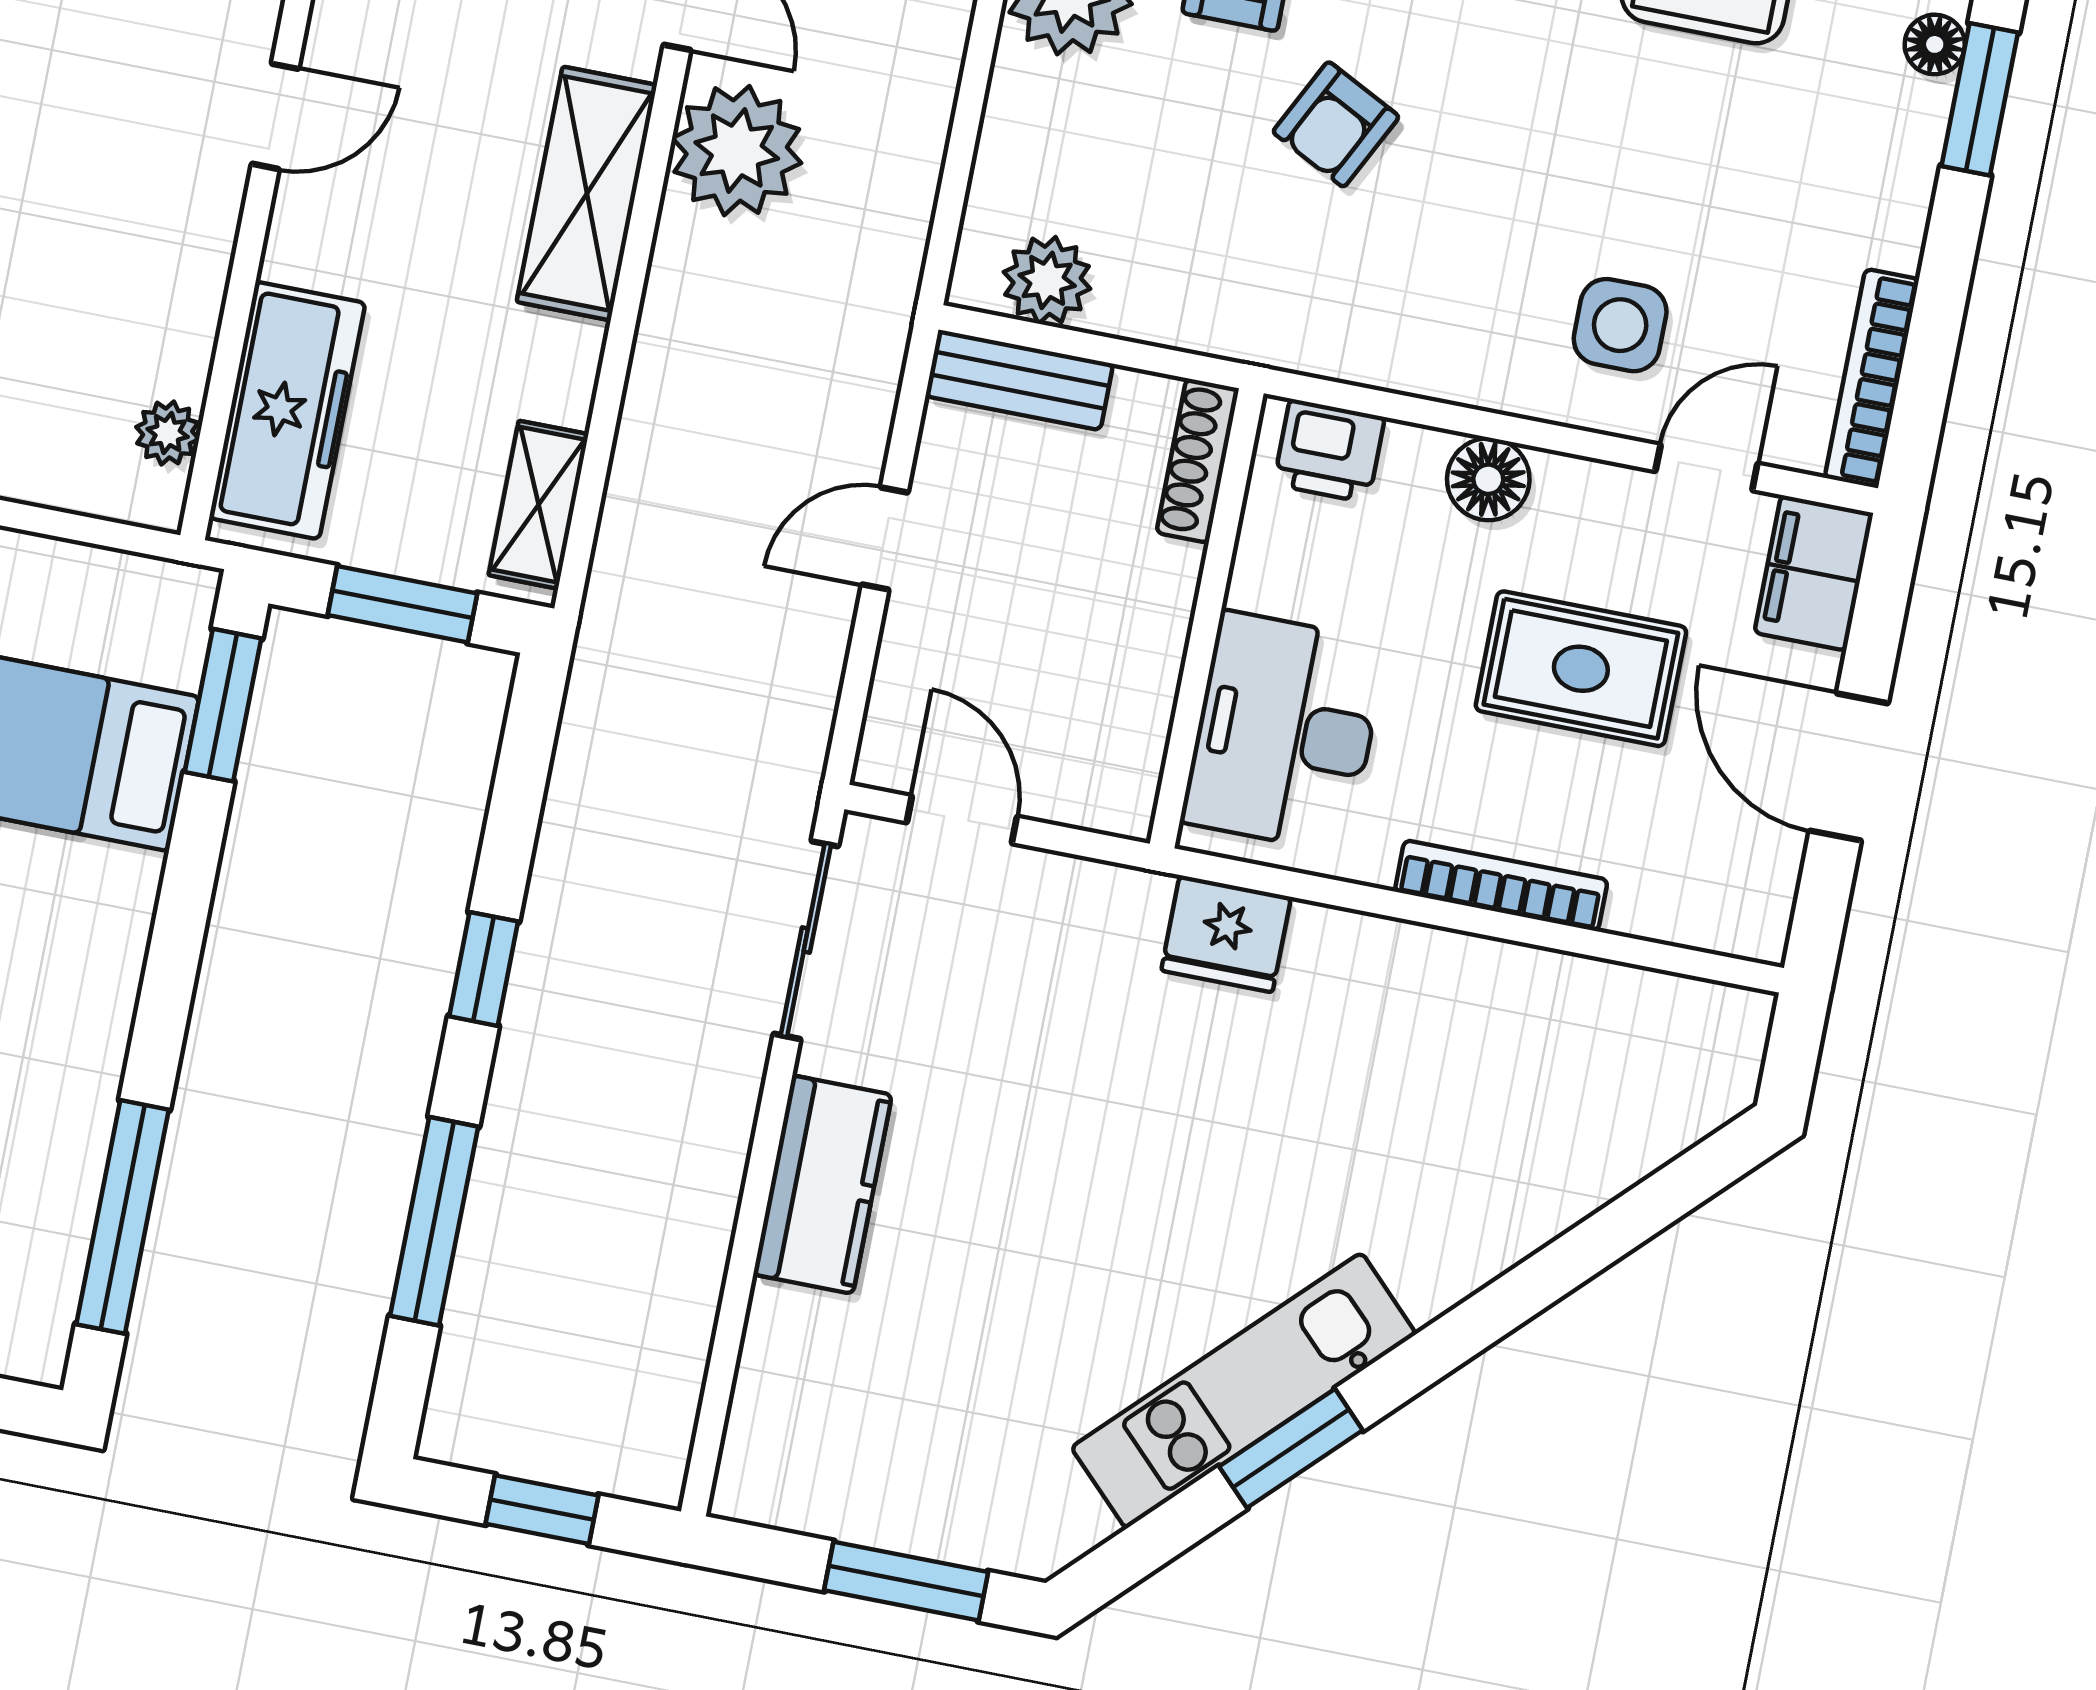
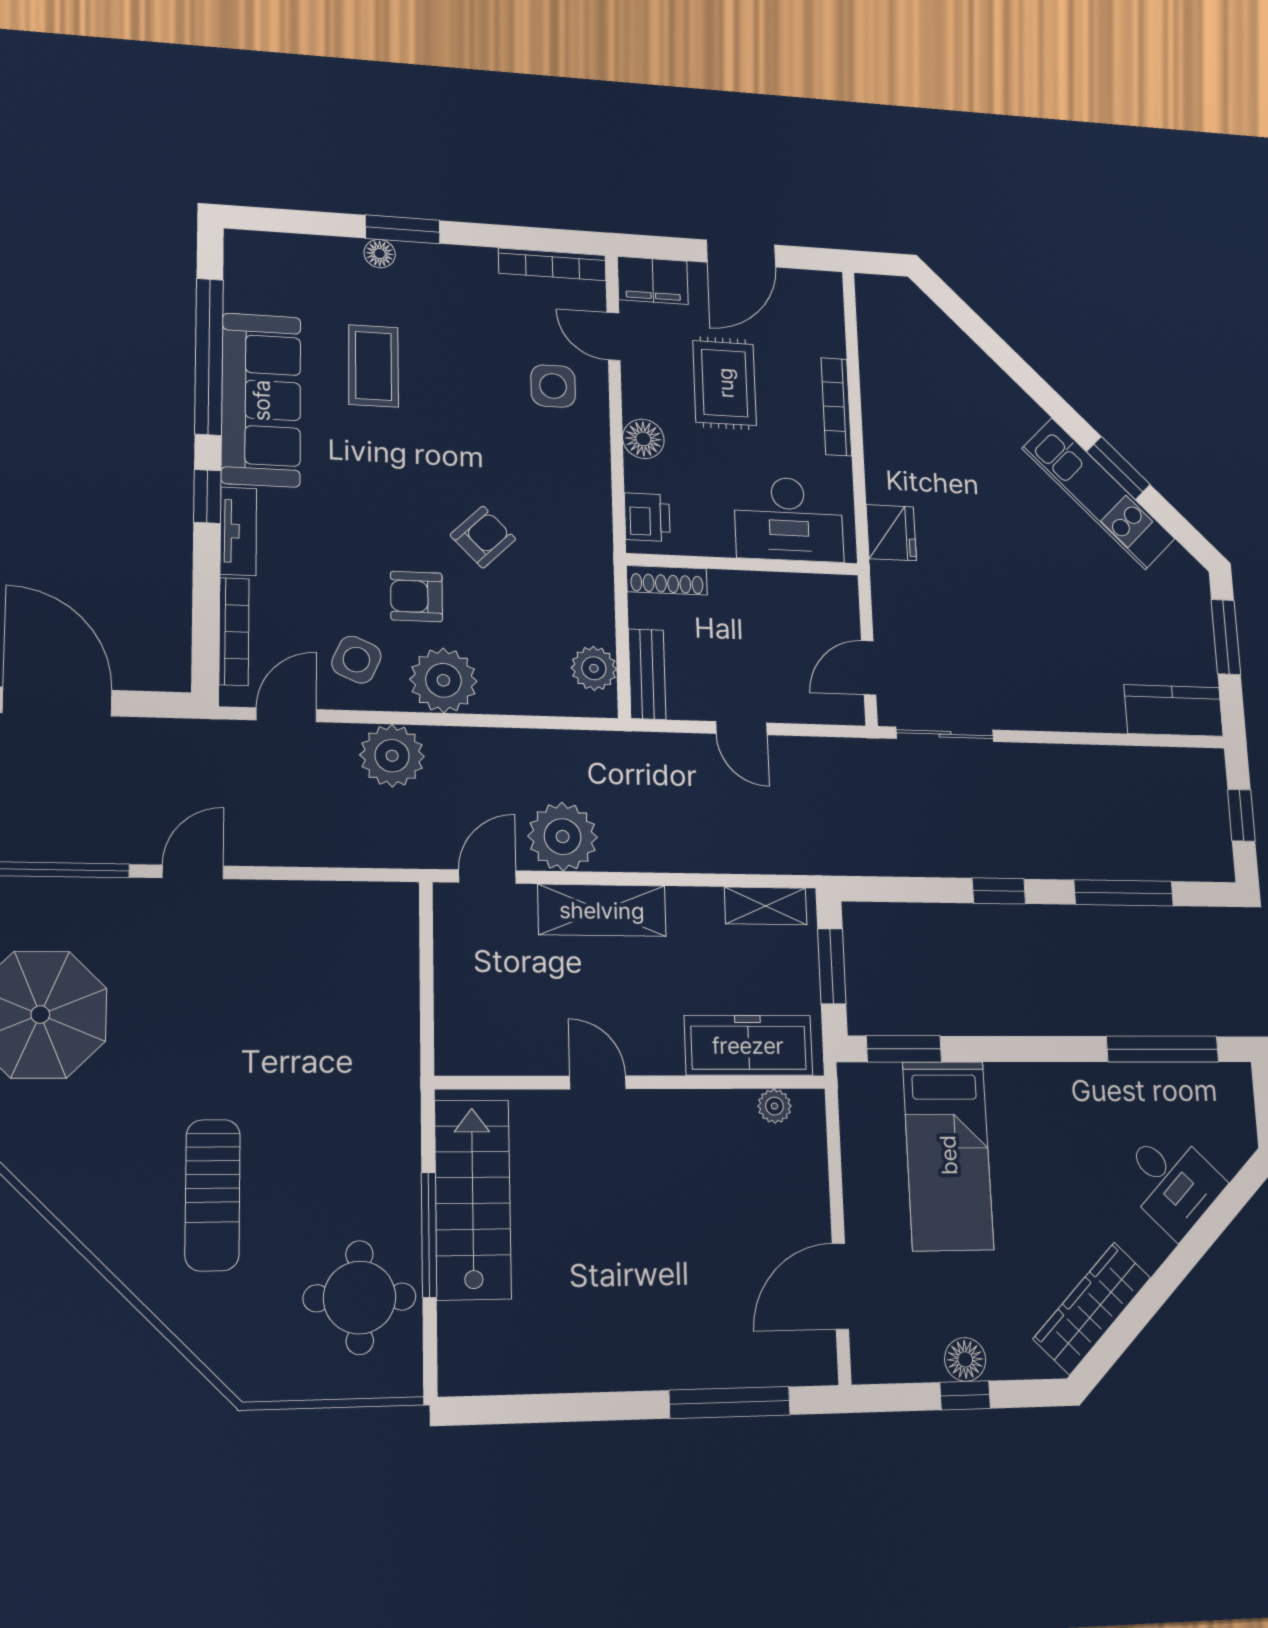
armchair: (1336, 124) -> (483, 537), turned -71
kitchen counter: (822, 1185) -> (1174, 710), moved

